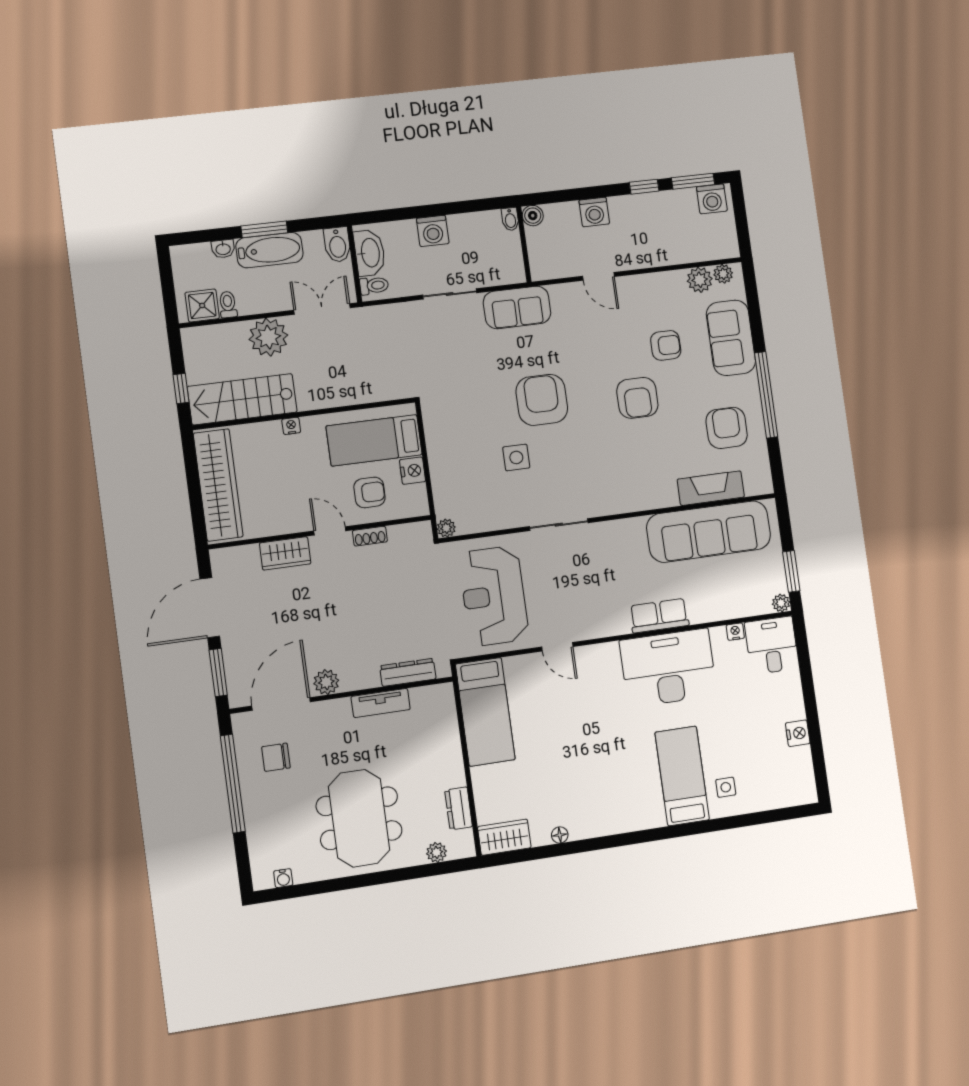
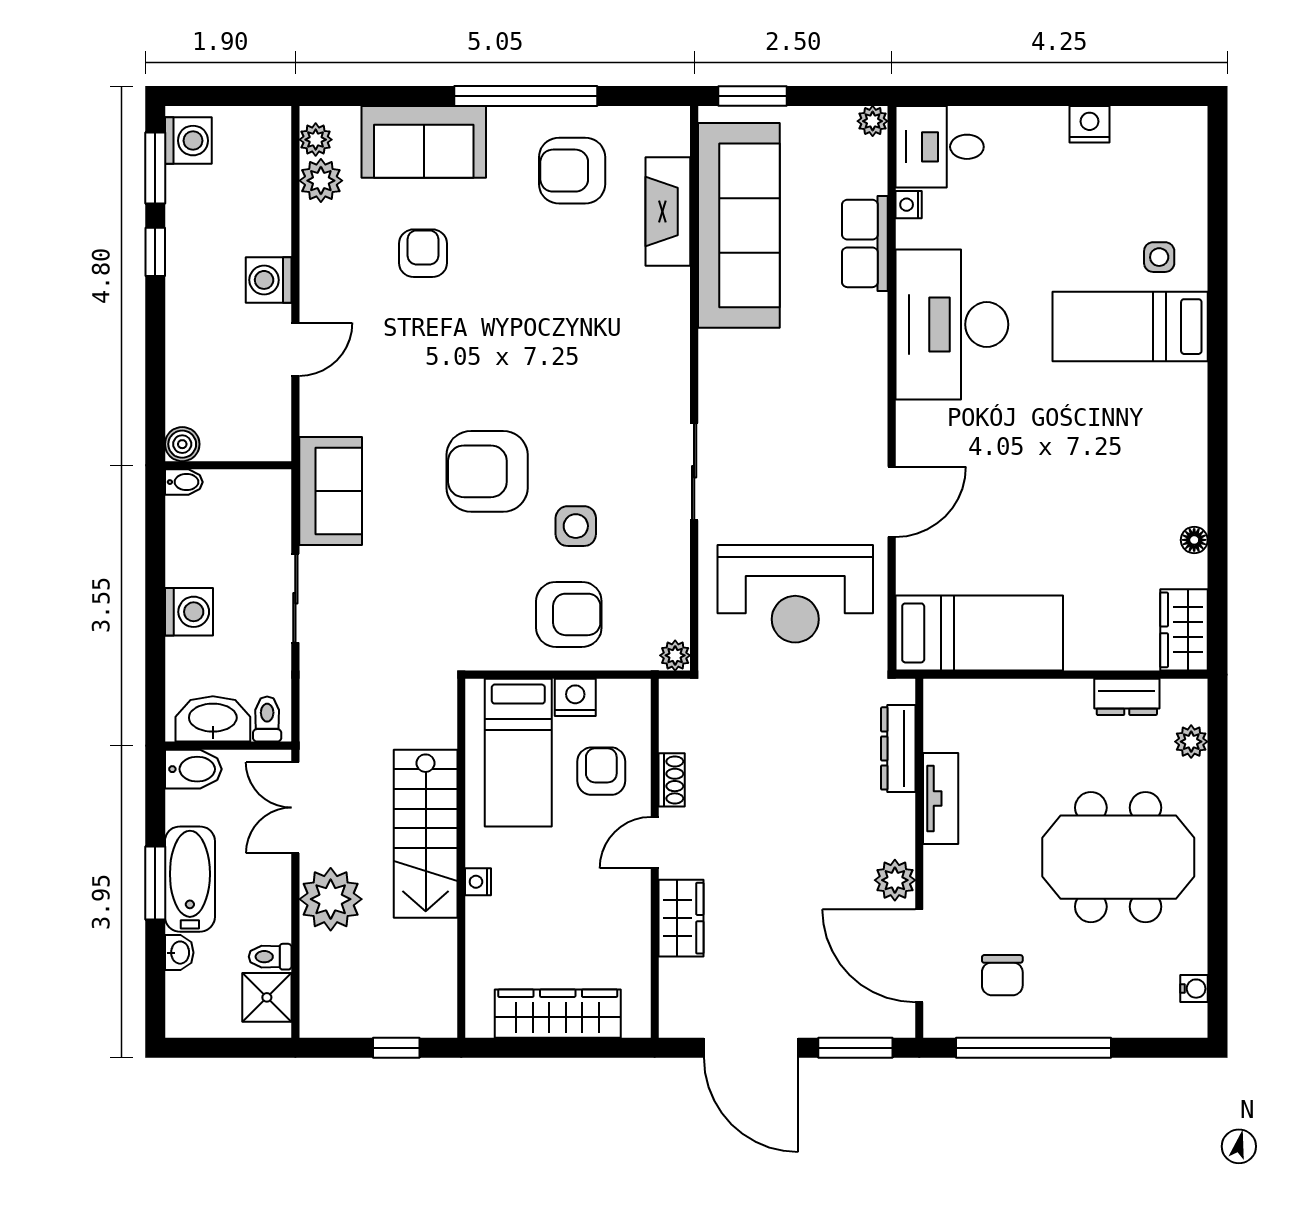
washing machine: (594, 212) -> (269, 280), moved, turned 180
armchair: (637, 398) -> (569, 614), moved
stairs: (242, 399) -> (426, 834), moved
wardrobe: (218, 485) -> (558, 1014), width x0.71, depth x0.85
window: (791, 571) -> (753, 96), moved
row of seats: (659, 616) -> (865, 243), moved
door: (557, 647) -> (892, 502), width x1.38

